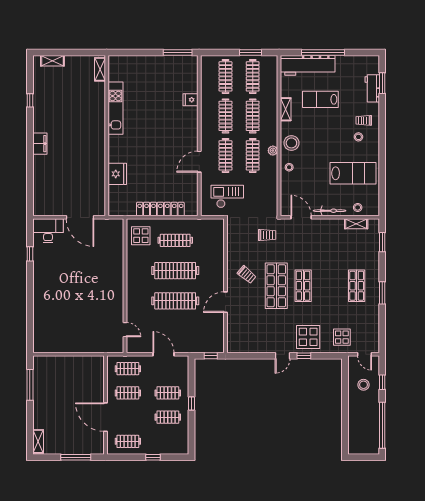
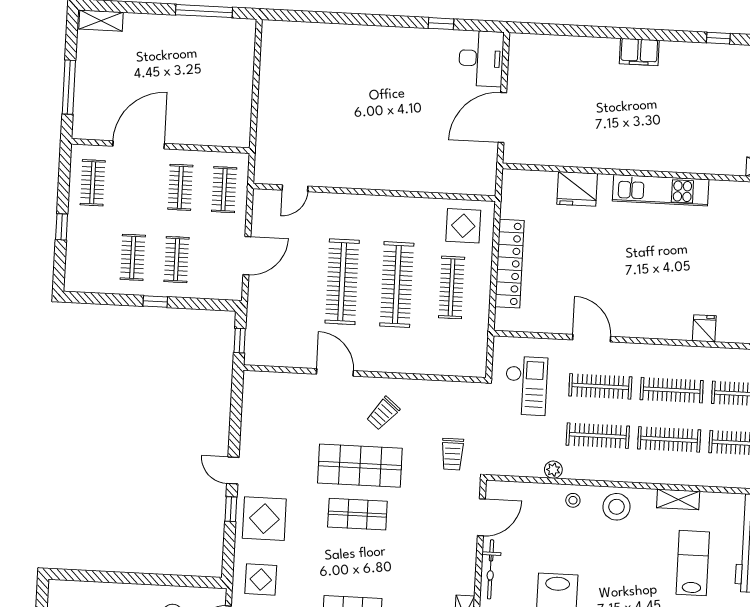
kitchen unit: (115, 108) -> (661, 190), moved
plant: (273, 151) -> (553, 470), moved

